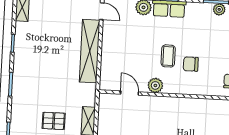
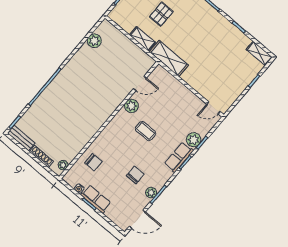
shelving: (90, 51) -> (169, 58), moved, width x0.68
chair: (191, 64) -> (135, 175), moved

